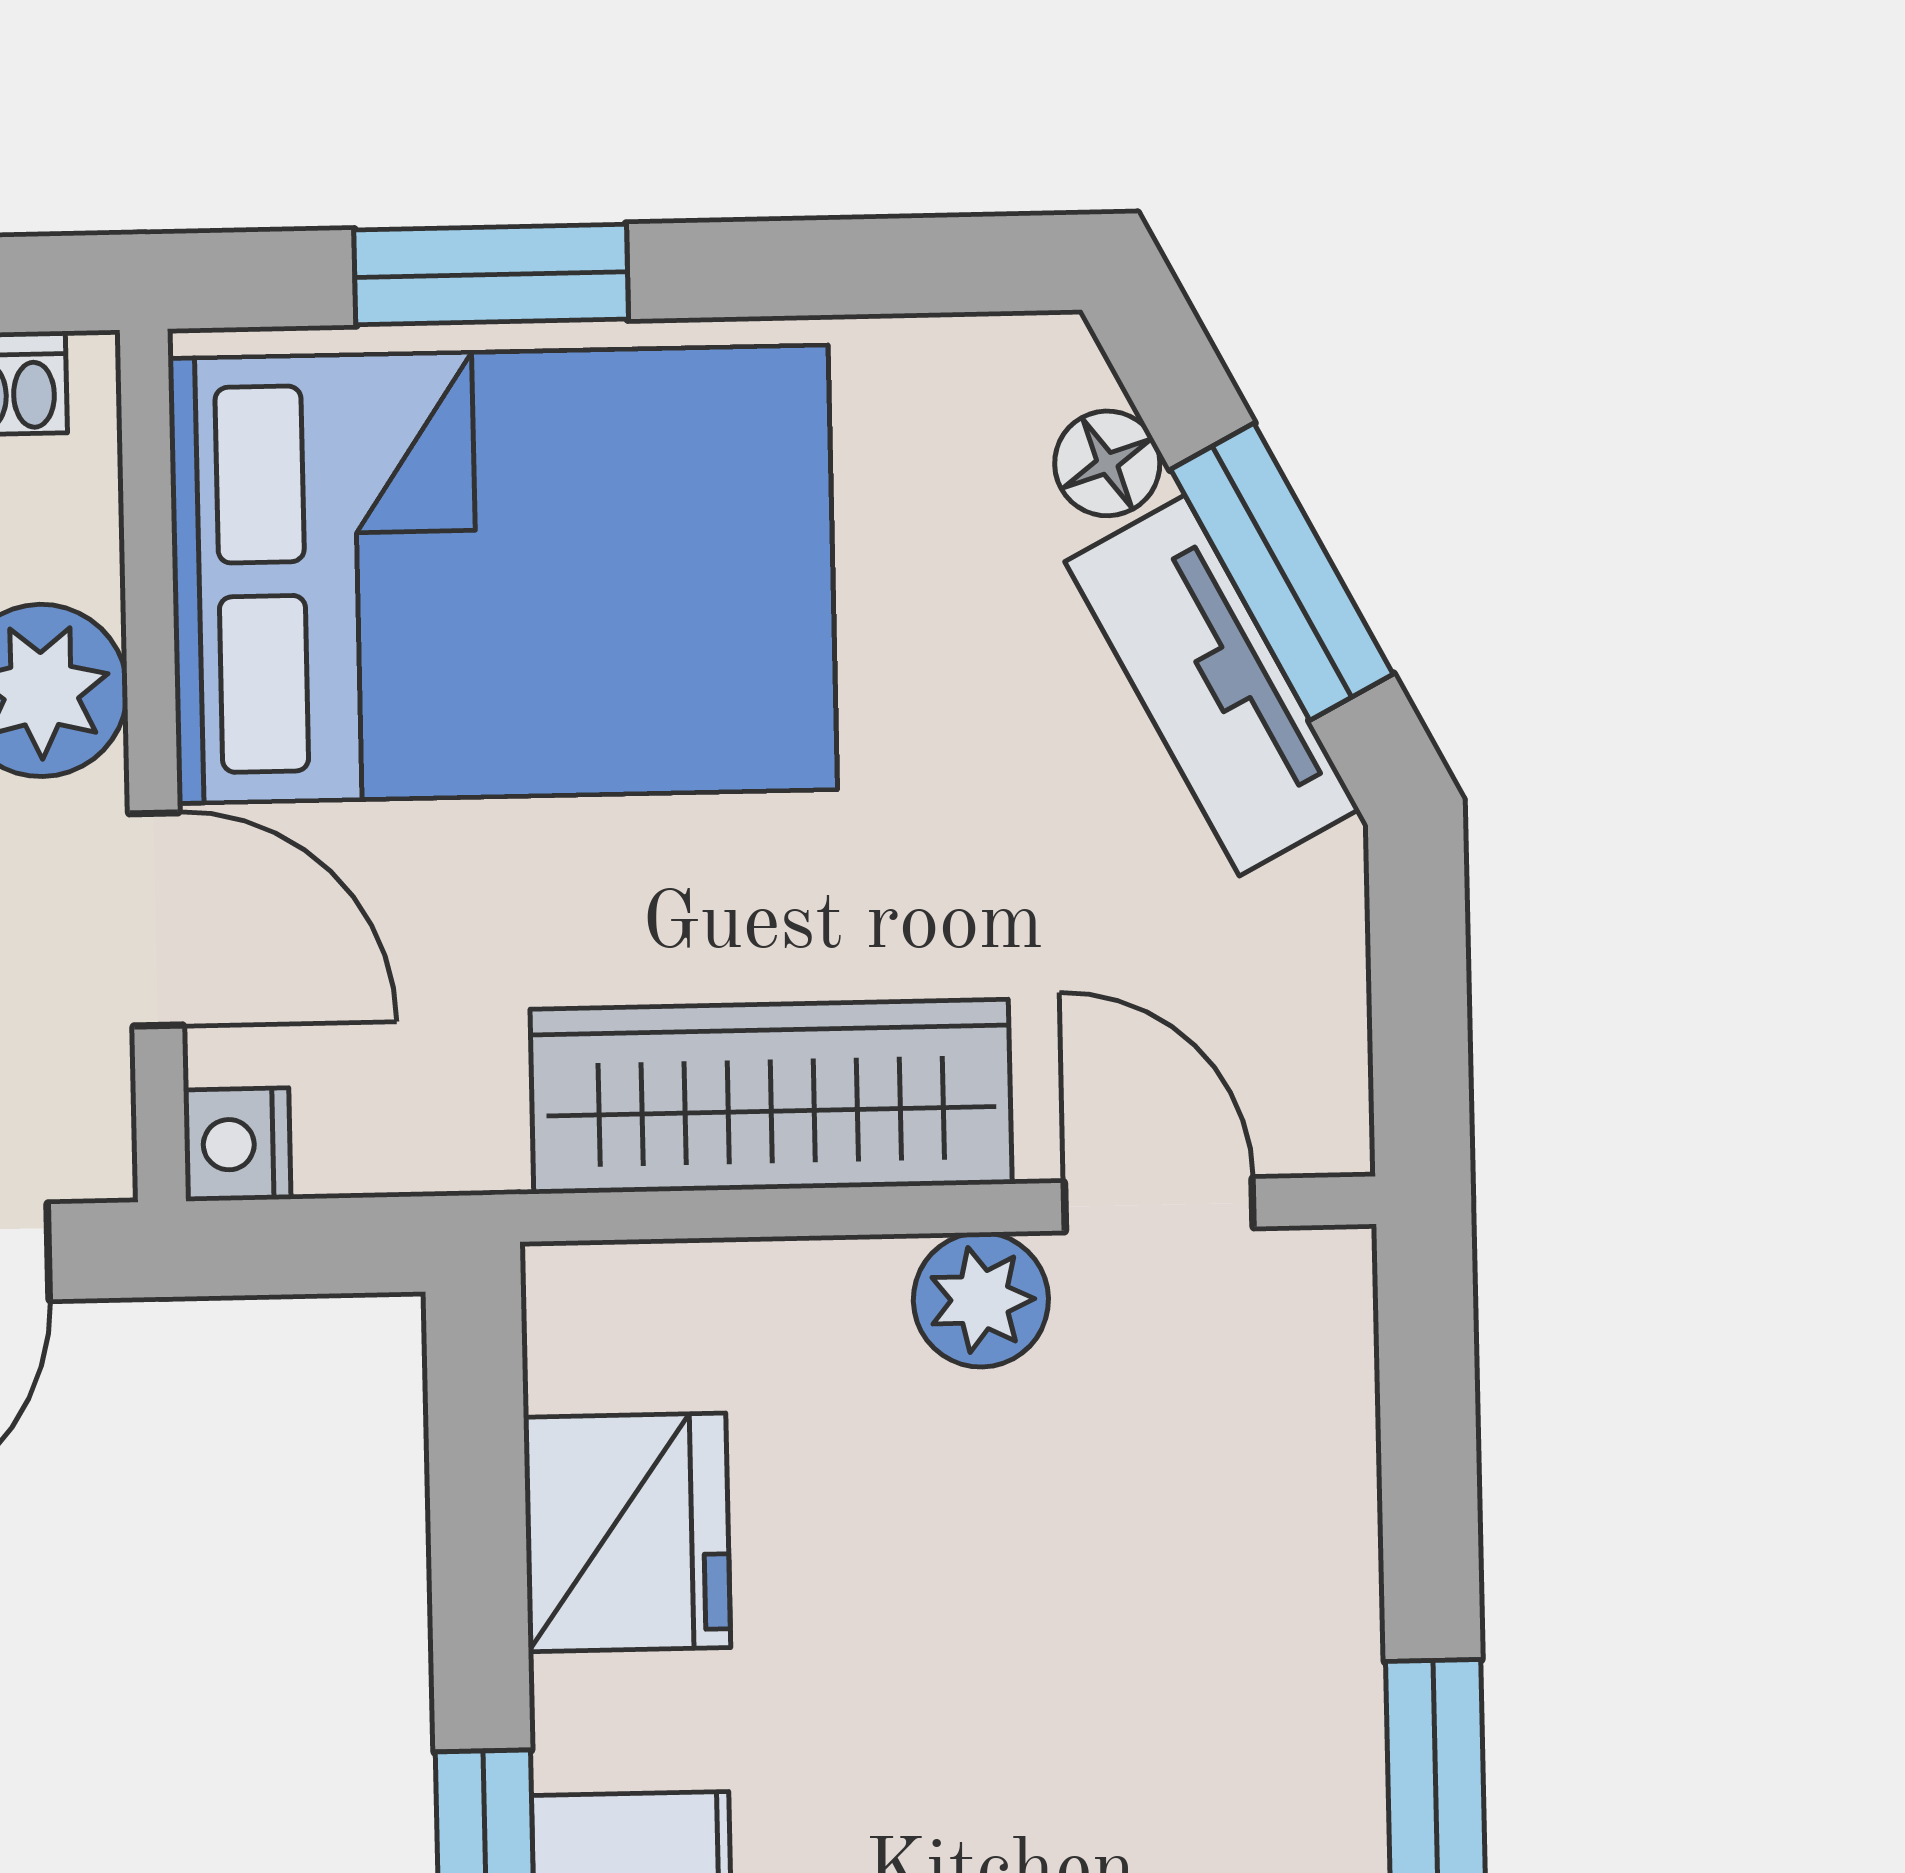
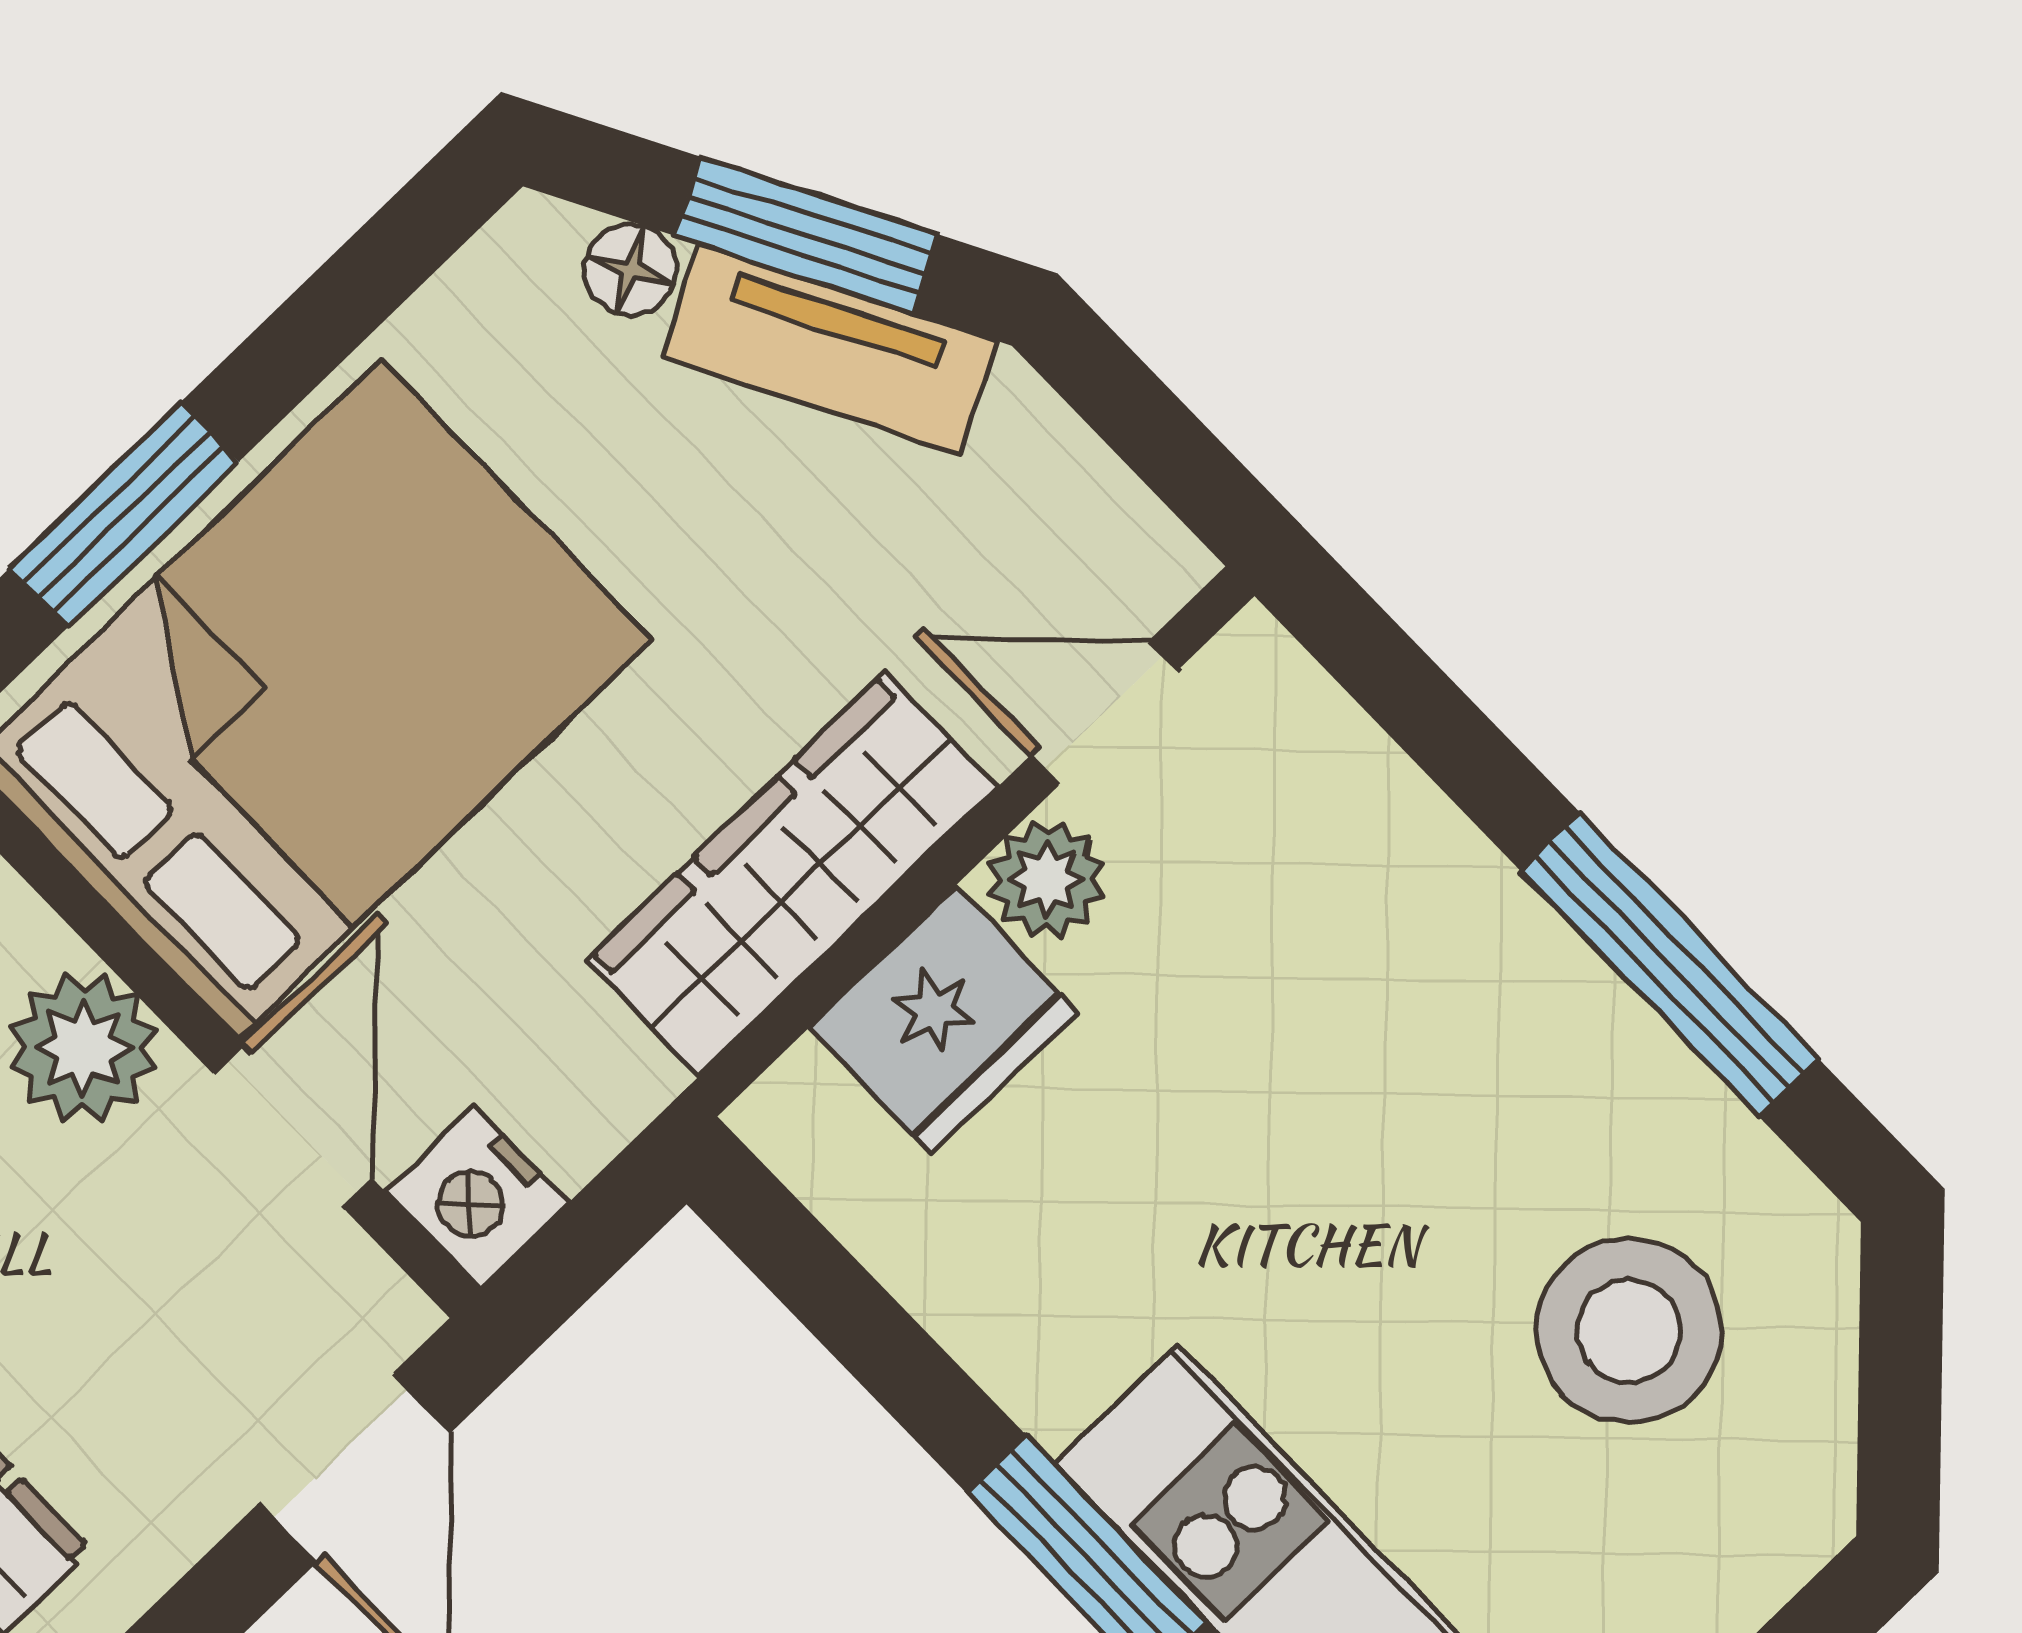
door: (156, 919) -> (293, 1126), hinge flipped
nightstand: (237, 1144) -> (477, 1197), width x1.39, depth x1.35
fridge: (627, 1532) -> (943, 1021), moved, turned 90

